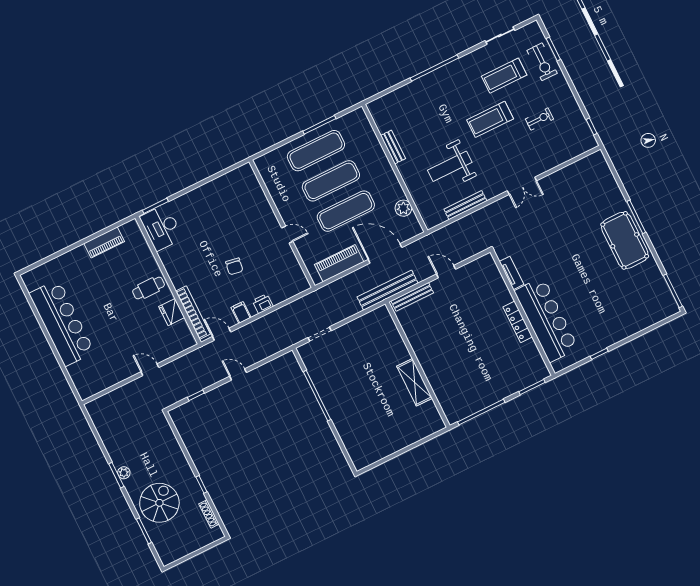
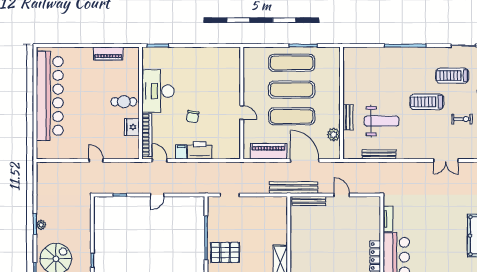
bench: (393, 147) -> (348, 117), moved
weight bench: (450, 166) -> (381, 121), turned 180
double door: (522, 186) -> (446, 160), moved
desk: (161, 228) -> (158, 91), moved, width x1.36, depth x1.30
printer: (263, 304) -> (200, 150), width x1.87, depth x1.48
bar counter: (62, 323) -> (50, 96), width x1.36
door: (238, 374) -> (157, 195), swing flipped
pallet: (346, 402) -> (225, 252), added

